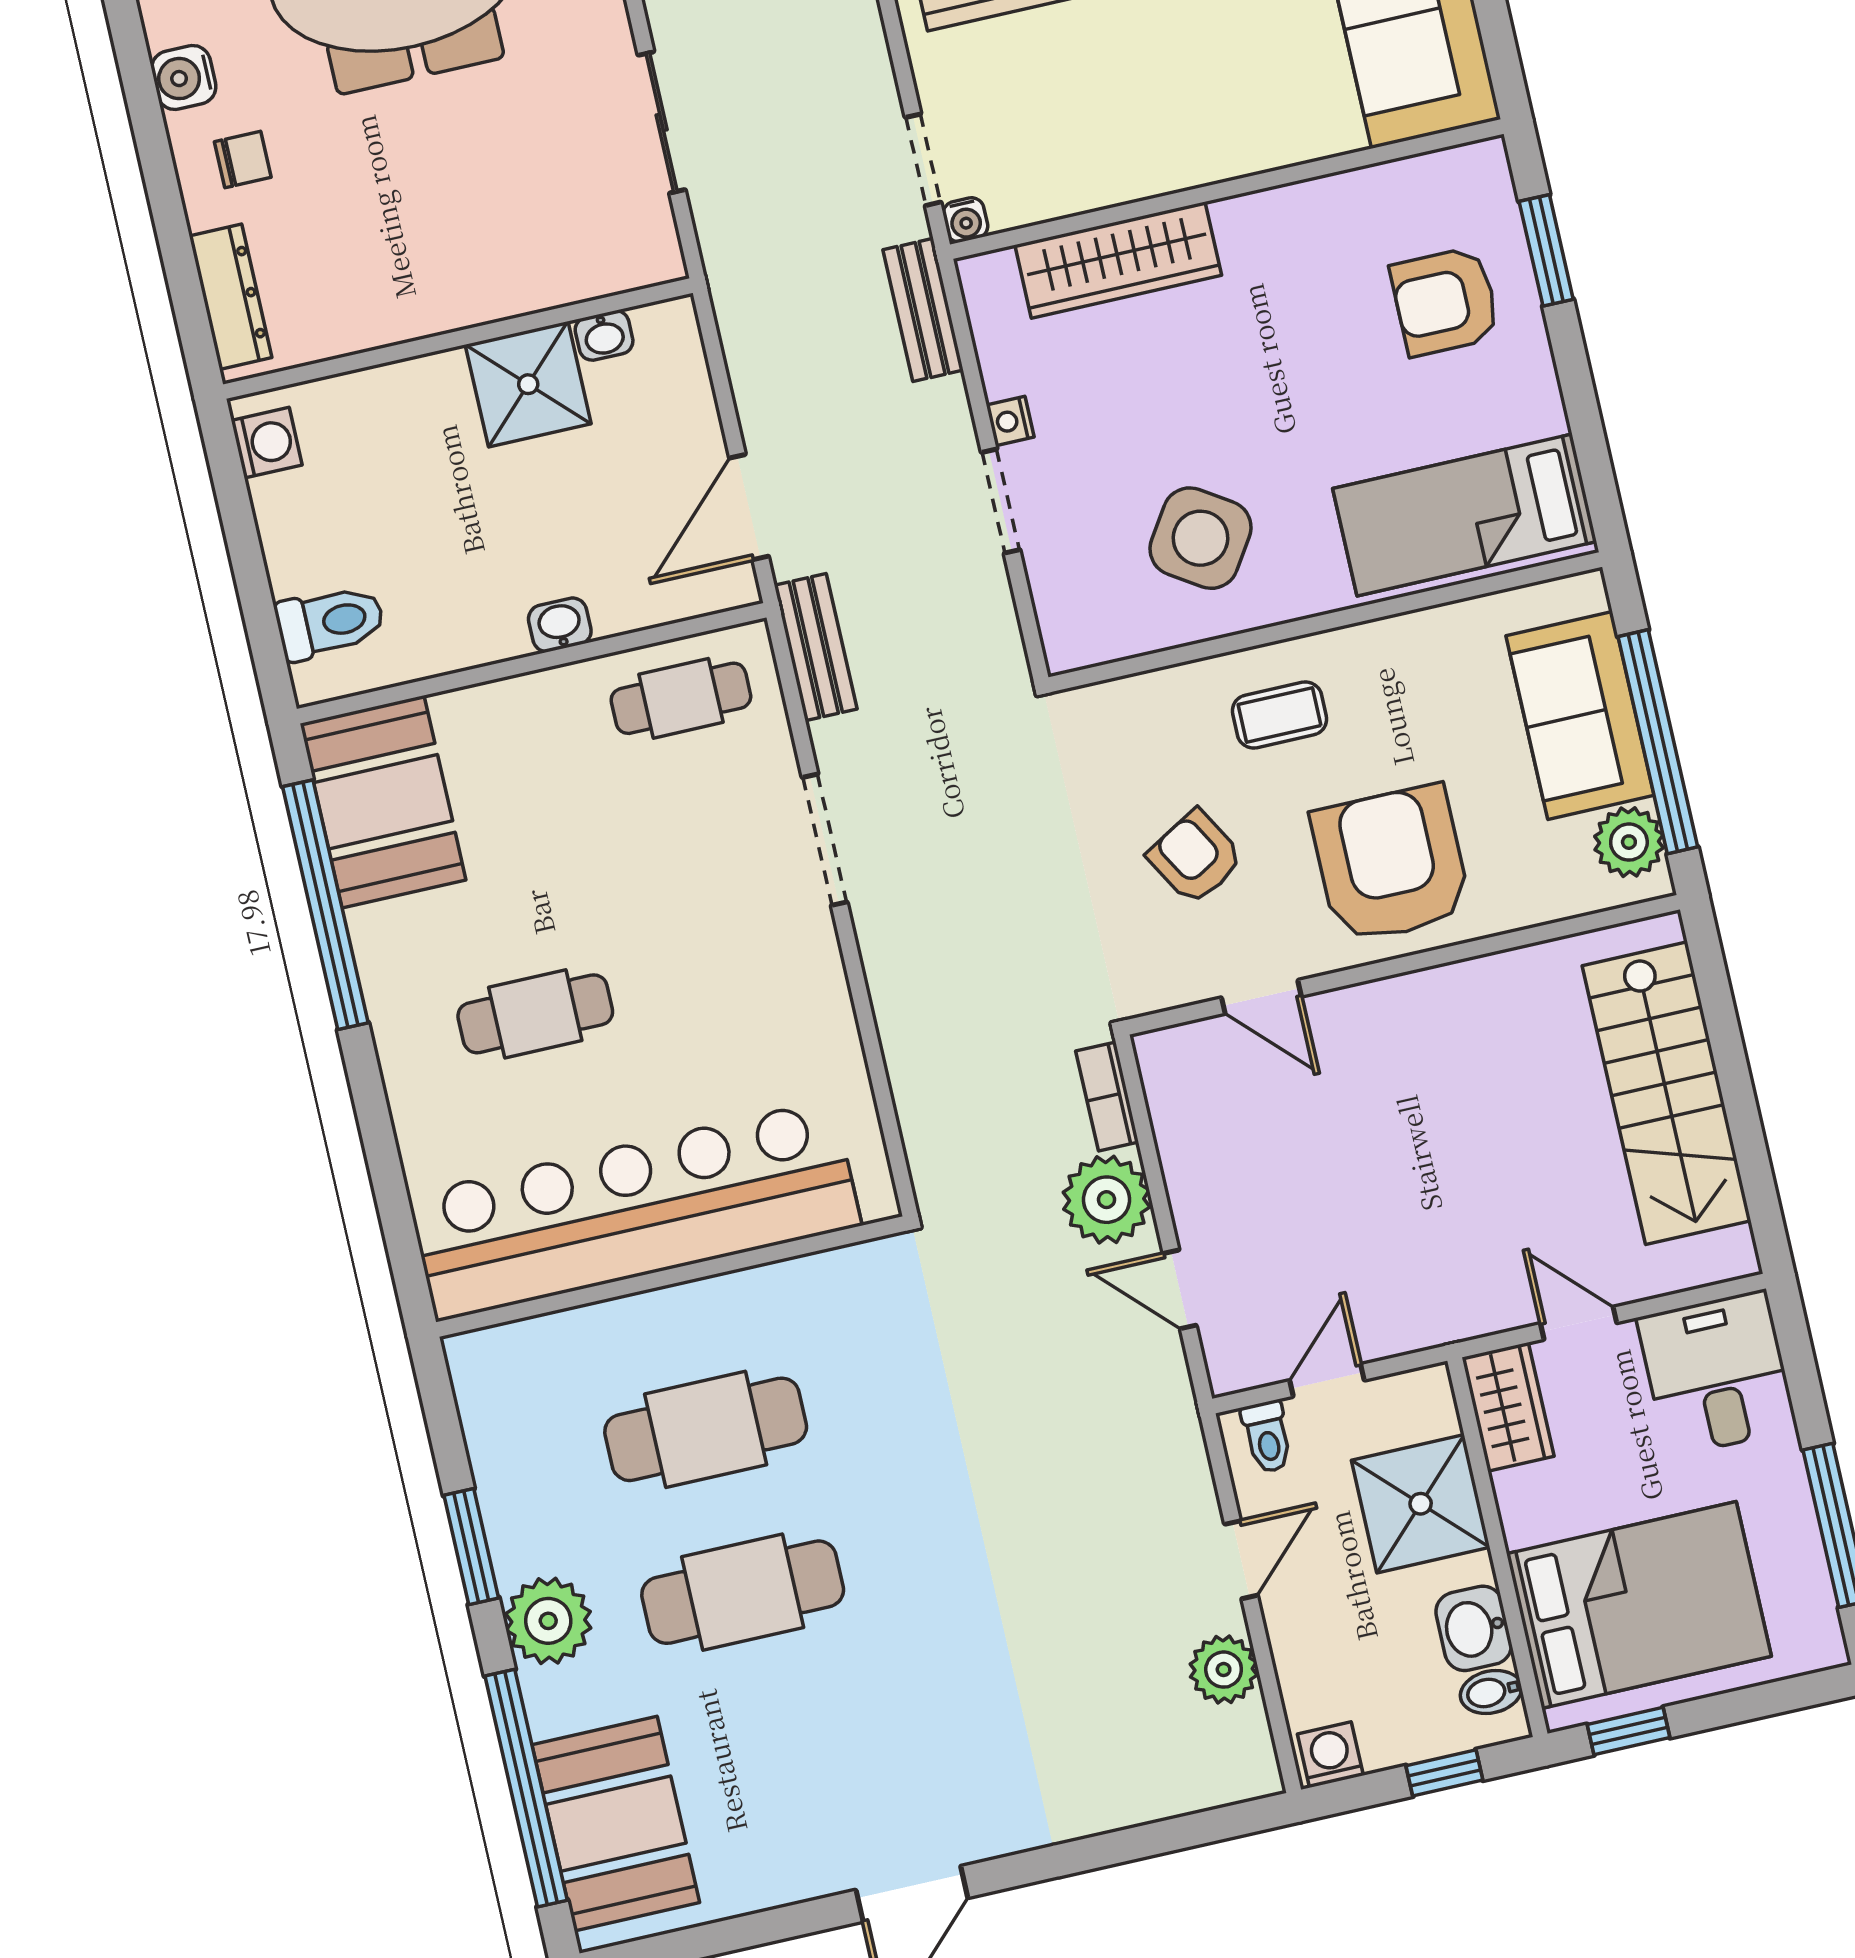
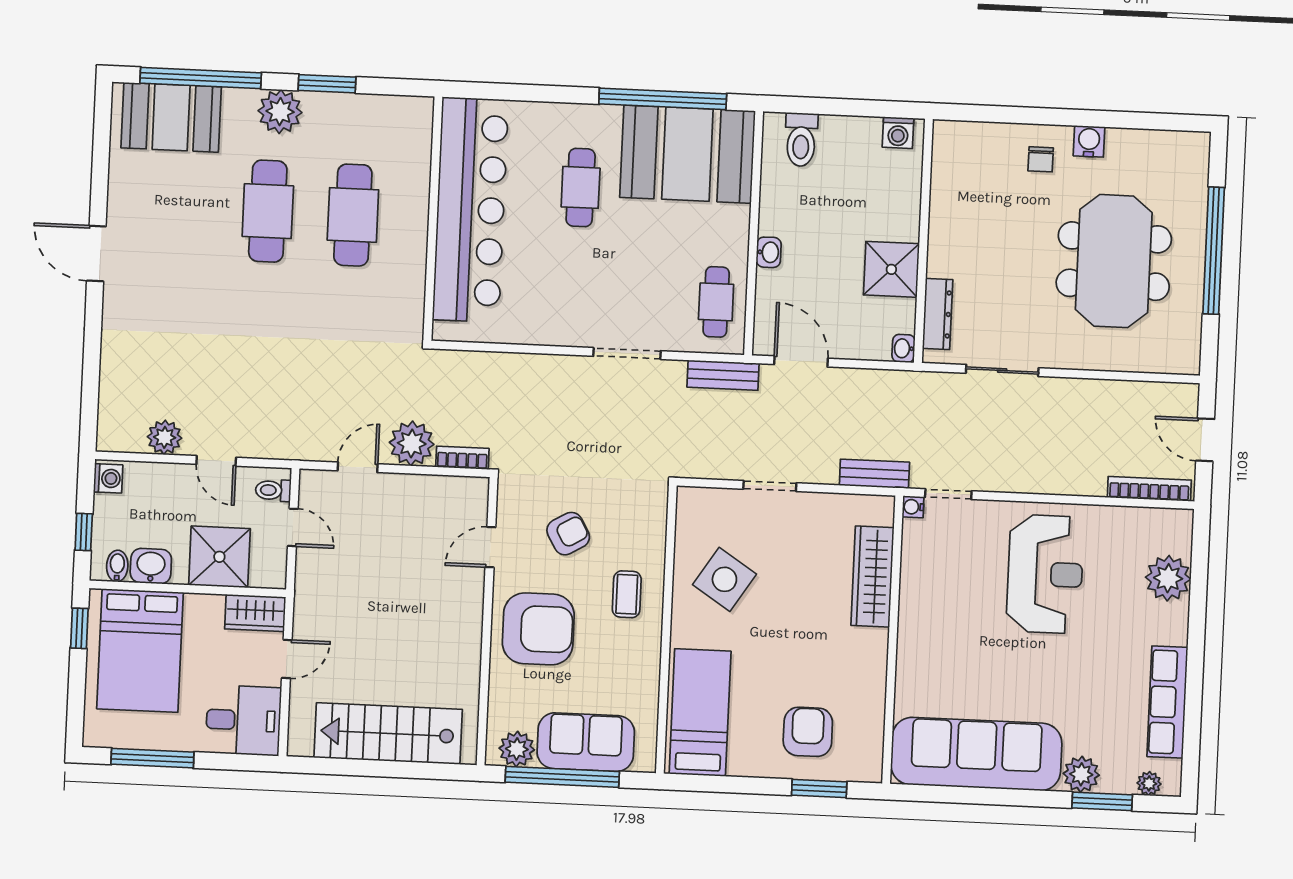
dresser: (231, 297) -> (938, 314), moved, turned -90
washbasin: (604, 335) -> (903, 348), moved
nightstand: (1010, 421) -> (808, 502), removed
booth: (383, 802) -> (687, 154), width x1.36, depth x1.42

